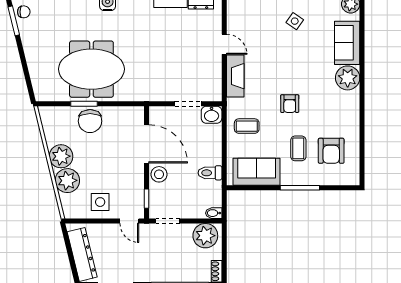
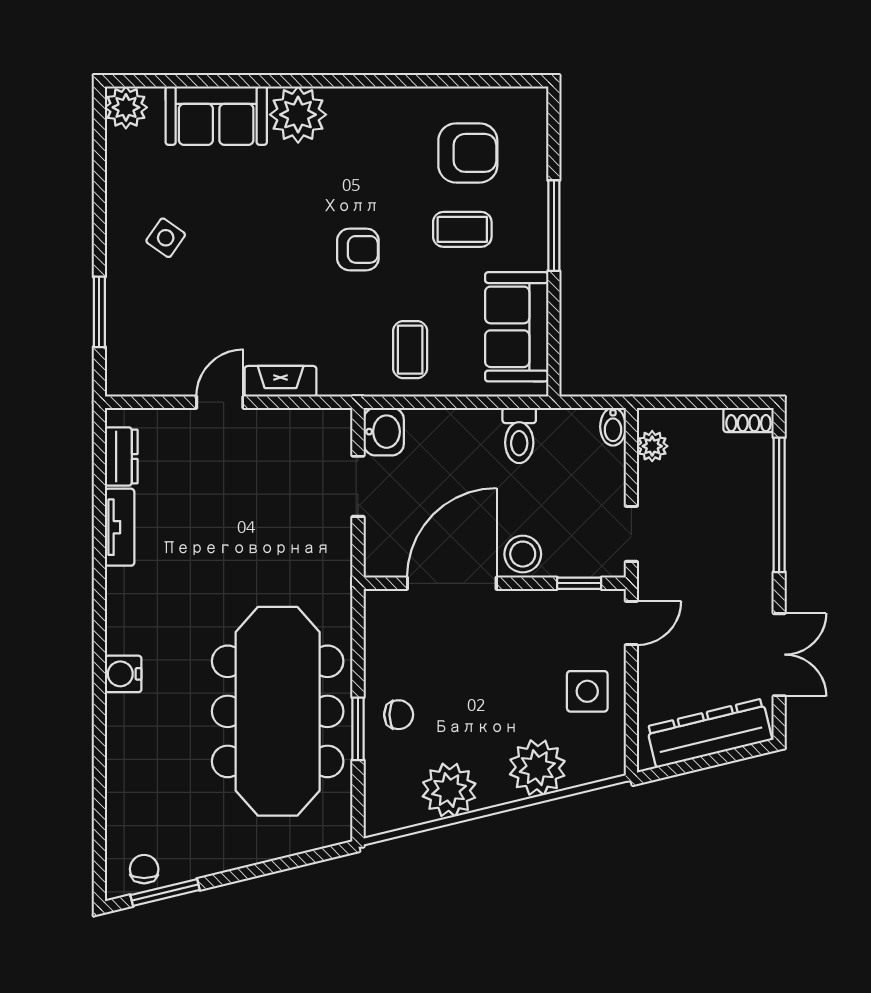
meeting table: (91, 69) -> (278, 711), width x1.36
fireplace: (235, 76) -> (281, 381), width x0.73, depth x0.76
chair: (90, 121) -> (399, 715), width x0.54, depth x0.54
plant: (61, 156) -> (449, 790), moved
plant: (205, 236) -> (652, 446), width x0.53, depth x0.53

